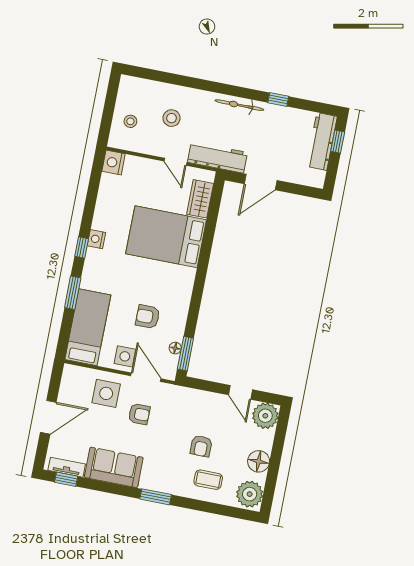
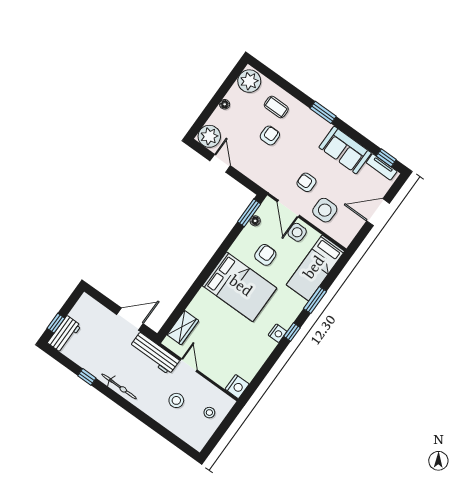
workbench: (322, 141) -> (64, 334), width x0.73
bed: (166, 237) -> (240, 287), moved
armchair: (148, 317) -> (265, 255), turned -90
floor lamp: (259, 461) -> (225, 104), width x0.53, depth x0.53

